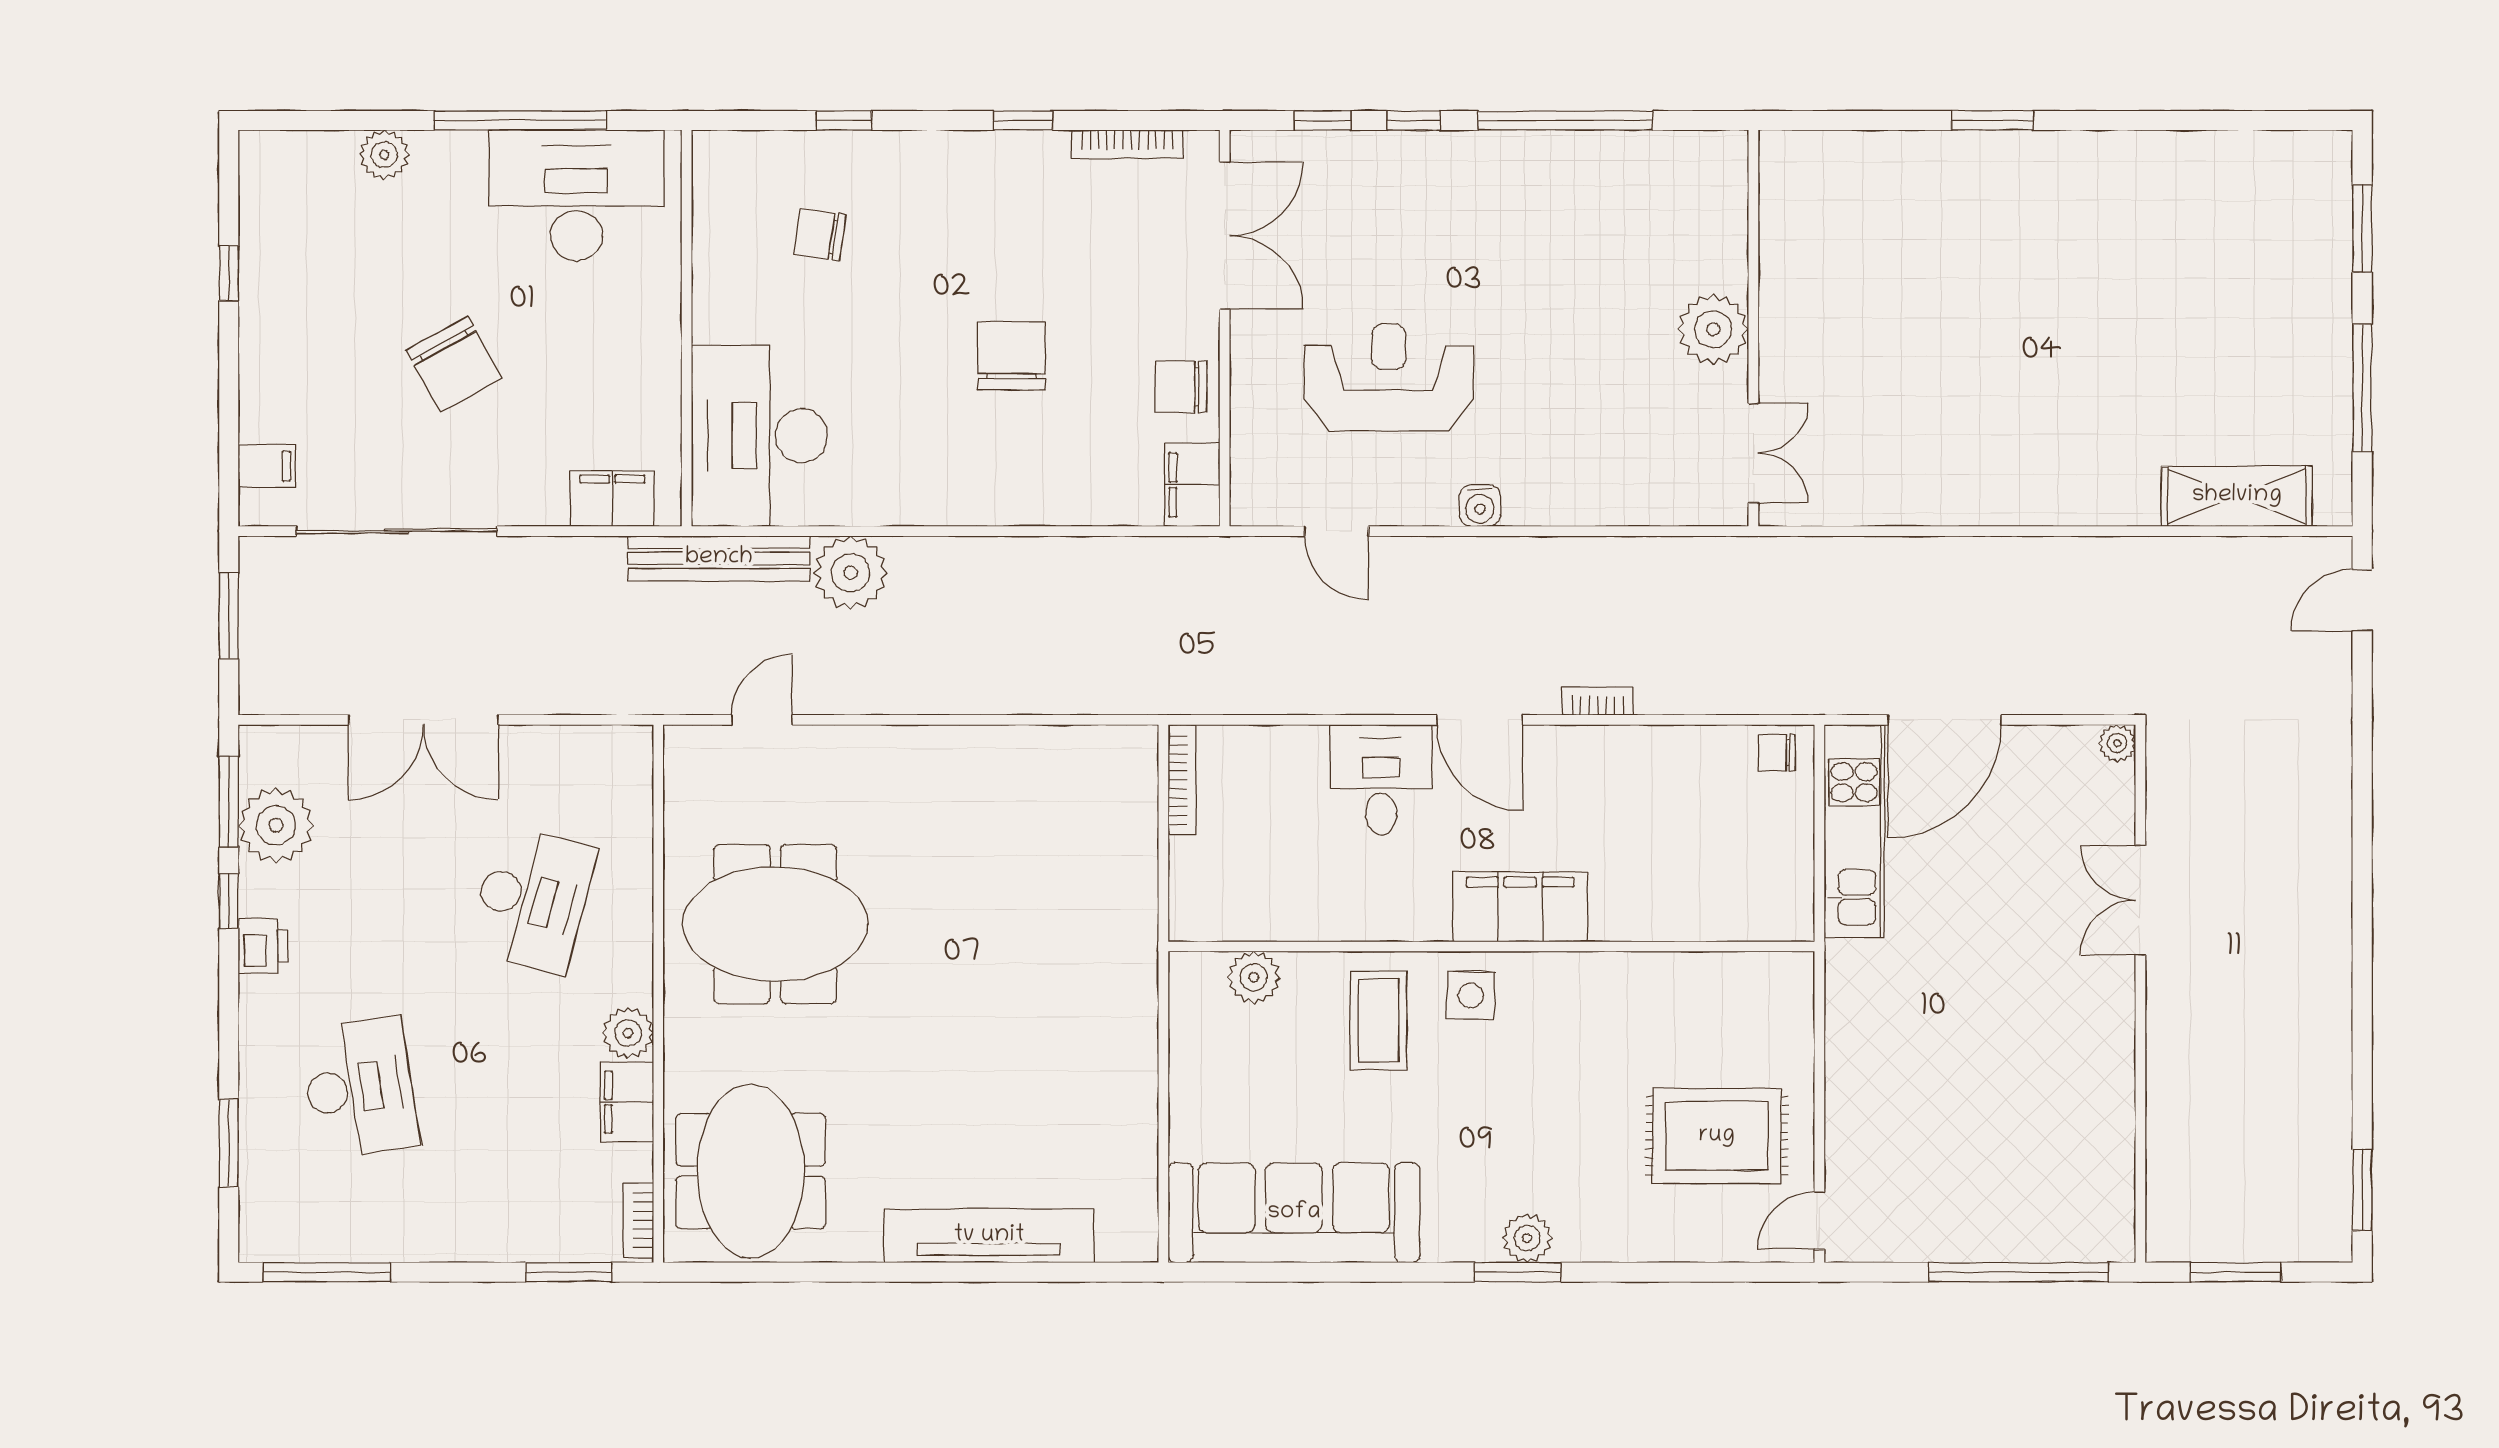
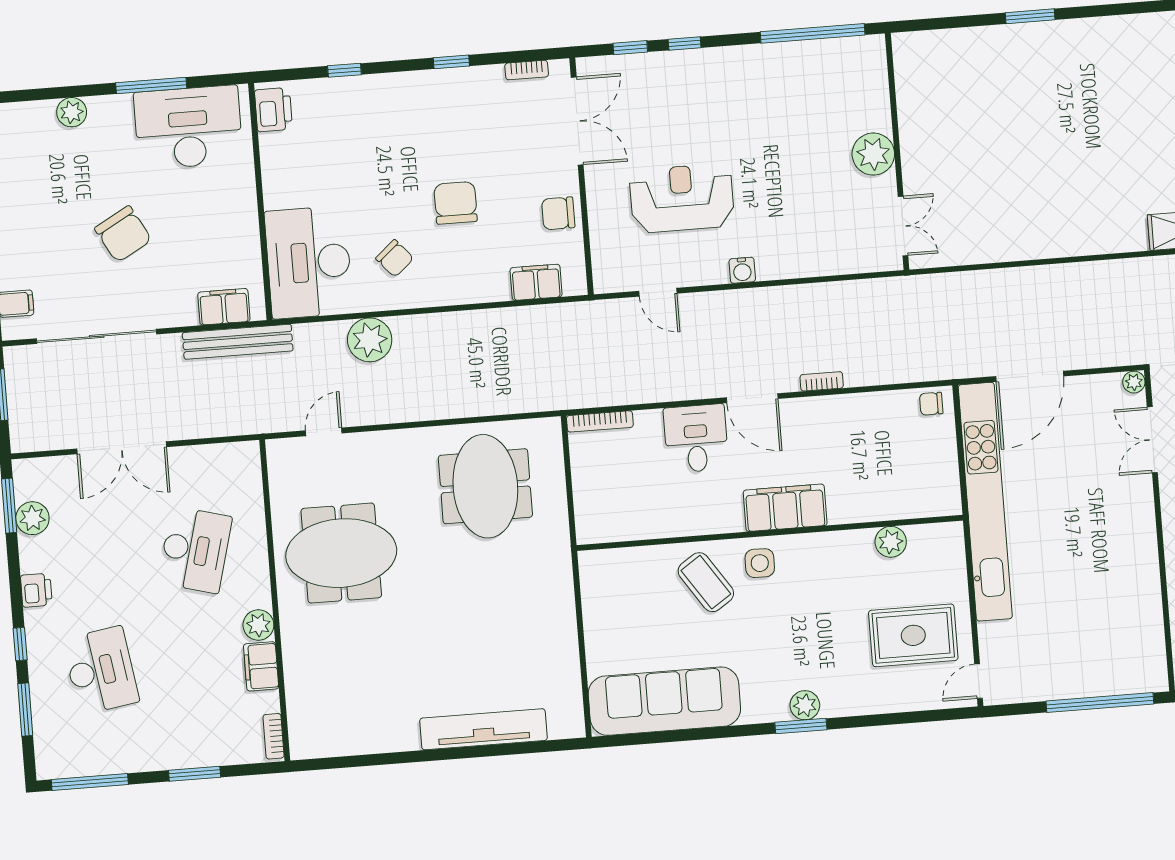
window: (520, 120) -> (151, 85), width x0.68
window: (1565, 120) -> (813, 33), moved
bookcase: (1127, 144) -> (527, 70), width x0.64
printer: (720, 177) -> (273, 110), added
chair: (820, 235) -> (395, 258), moved, turned -139
filing cabinet: (1192, 485) -> (536, 282), moved, turned 90
bench: (719, 558) -> (238, 342), moved
bookcase: (1182, 780) -> (600, 421), moved, turned 90
plant: (276, 825) -> (32, 518), width x0.73, depth x0.73
kitchen unit: (1854, 831) -> (985, 502), width x1.86
double door: (2140, 900) -> (1152, 440), moved
window: (229, 901) -> (20, 644), moved
plant: (1254, 977) -> (891, 542), moved
coffee table: (1378, 1020) -> (706, 582), turned -34
meeting table: (751, 1171) -> (485, 486), moved
window: (569, 1272) -> (195, 774), moved

